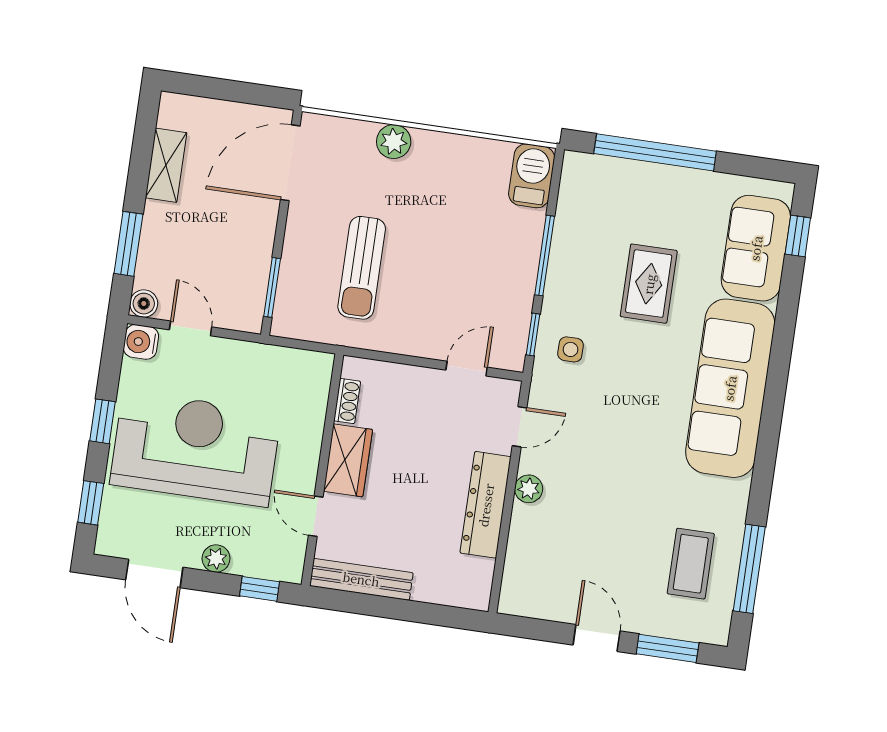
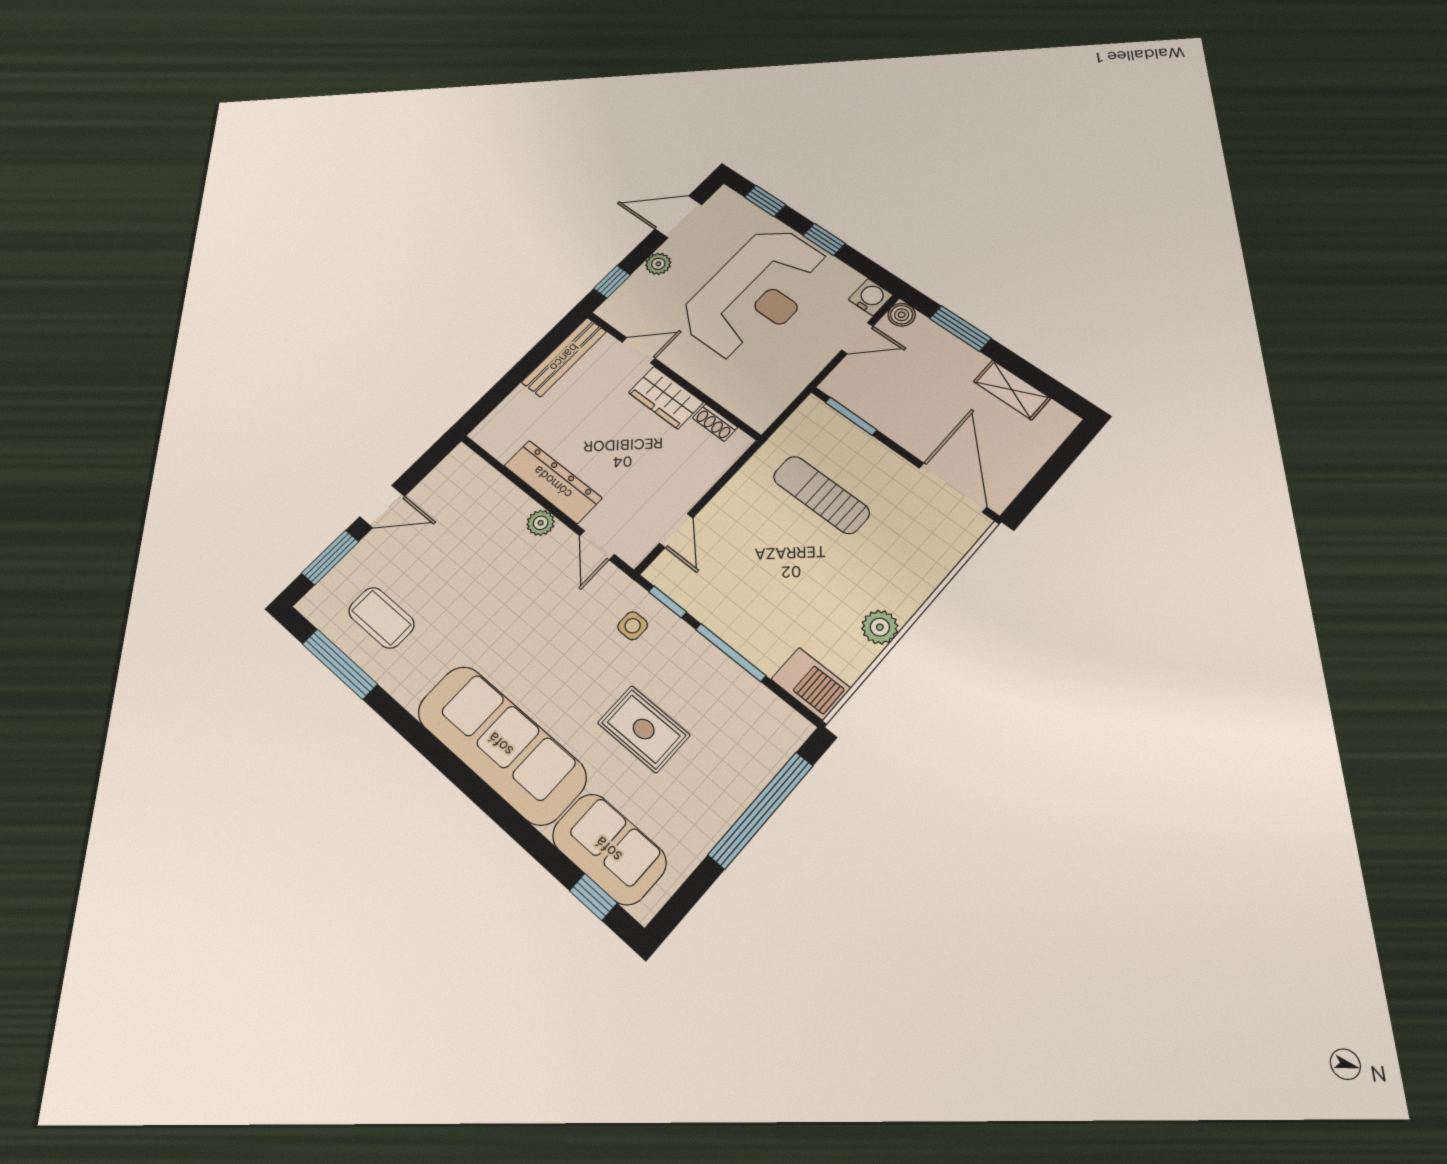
plant: (394, 142) -> (880, 627), moved

